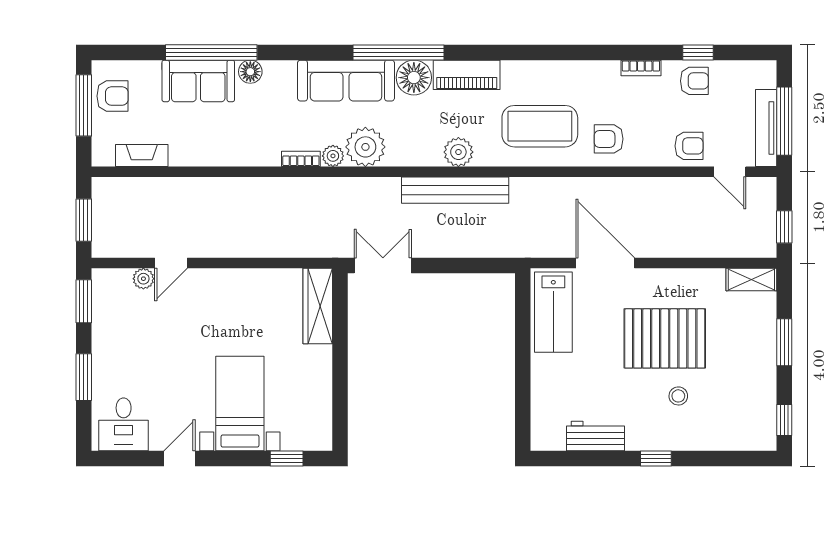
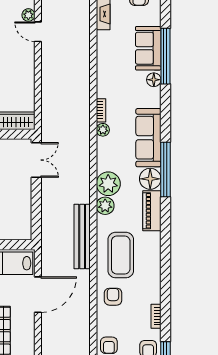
plant: (365, 147) -> (108, 184), moved
bench: (455, 190) -> (82, 236), moved

